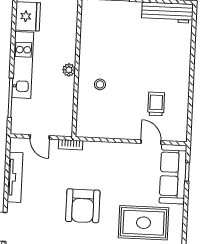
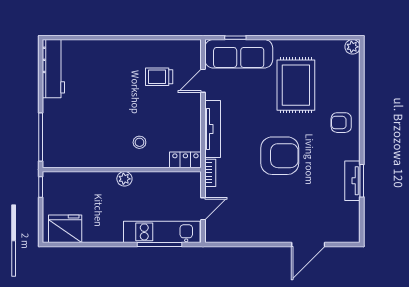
kitchen unit: (23, 65) -> (162, 232), moved
locker: (83, 124) -> (185, 160), added
tv unit: (15, 177) -> (213, 129), moved, turned 90

